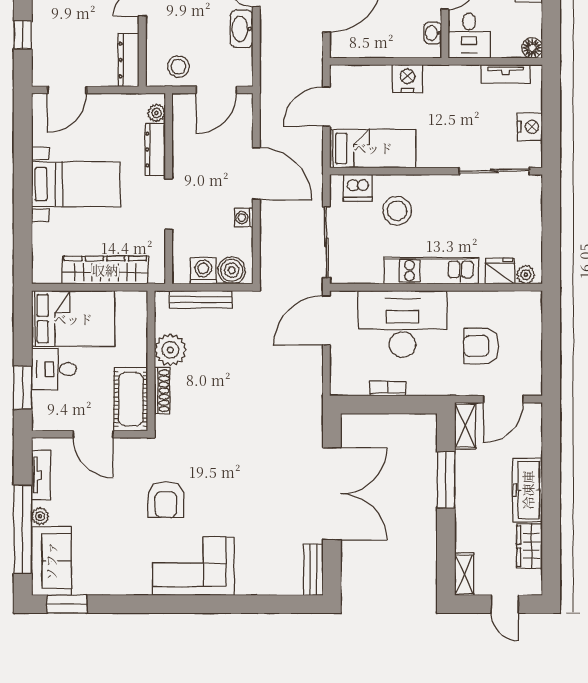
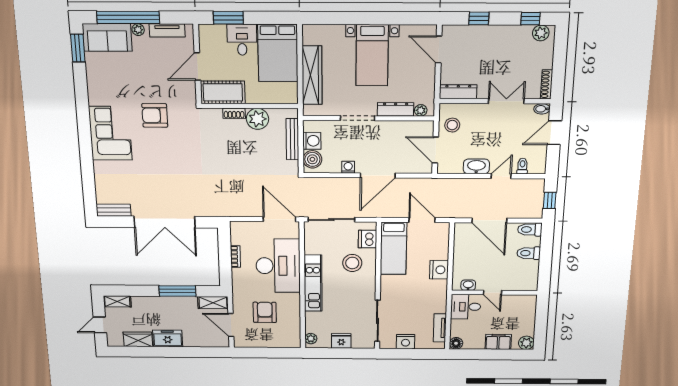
fridge: (500, 271) -> (341, 341), moved, turned -90
shoe rack: (162, 391) -> (234, 113), width x0.70
freezer: (528, 490) -> (168, 338), width x0.71

